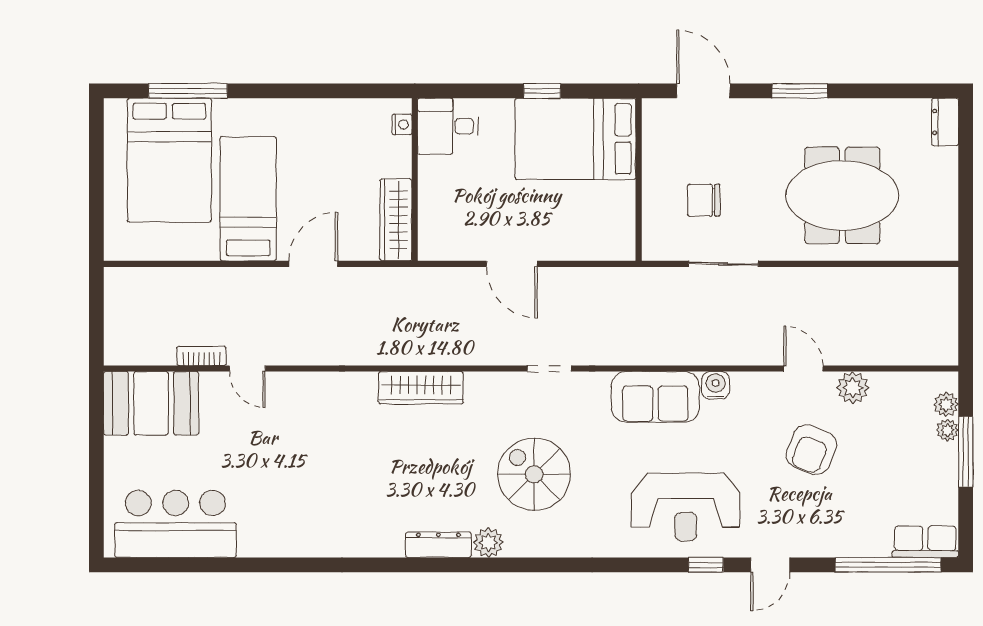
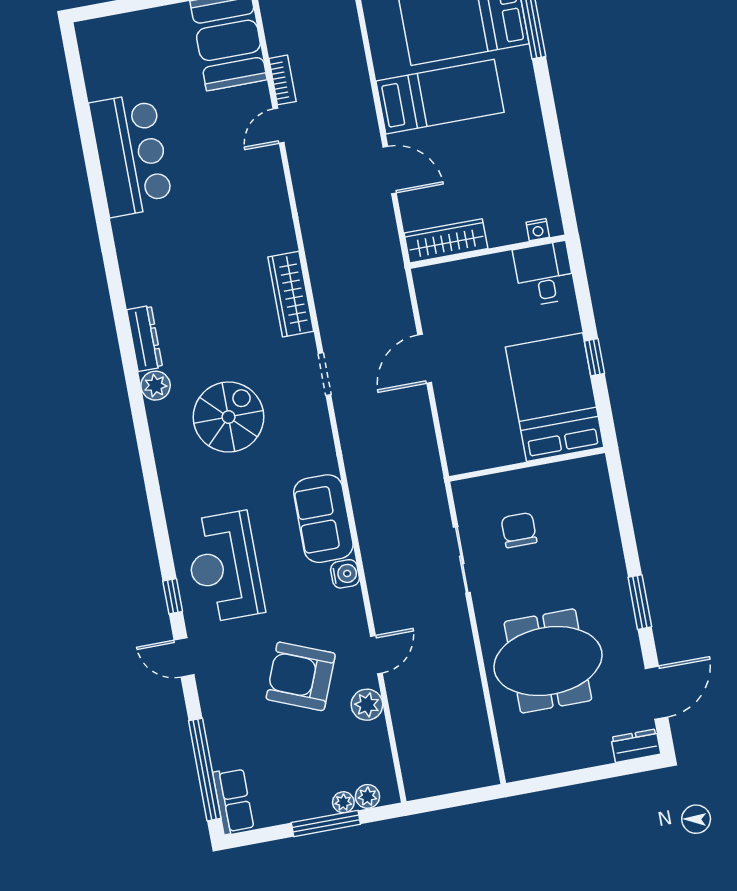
door: (703, 91) -> (657, 693), moved
meeting table: (842, 195) -> (548, 661), turned 90
doorway: (549, 369) -> (324, 374), moved
armchair: (811, 450) -> (301, 676), width x1.36, depth x1.36
bar counter: (176, 524) -> (131, 155), moved

